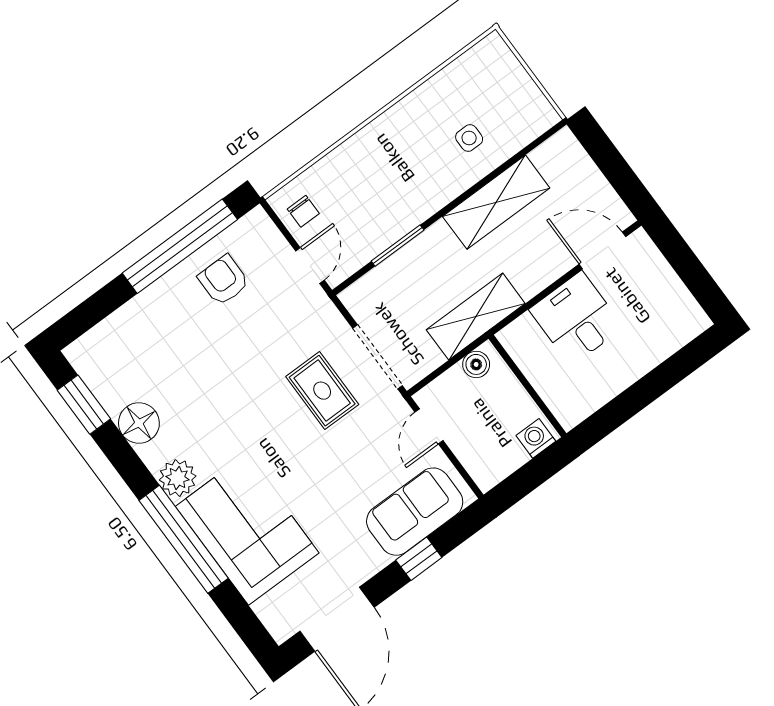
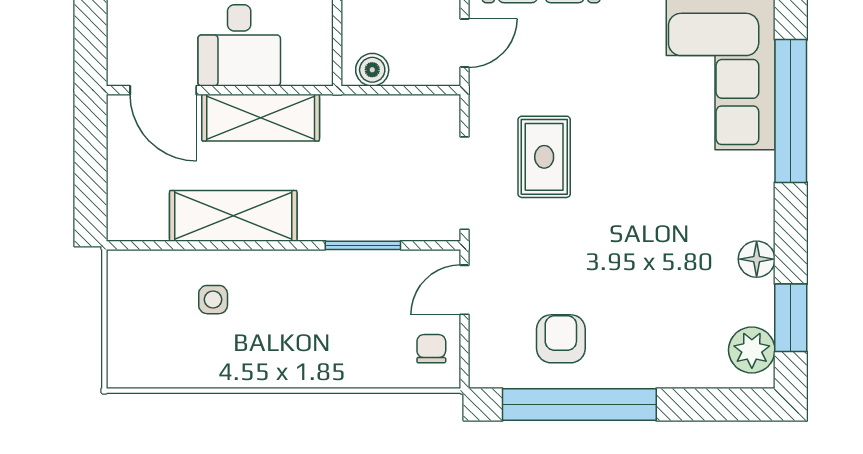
armchair: (224, 280) -> (561, 339), turned 180
shelving: (476, 317) -> (261, 118), moved
doorway: (377, 357) -> (465, 183), moved
floor lamp: (139, 423) -> (757, 259), width x0.73, depth x0.73
plant: (178, 478) -> (752, 350), moved

